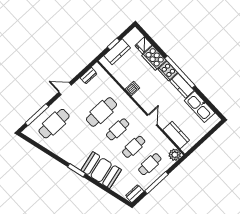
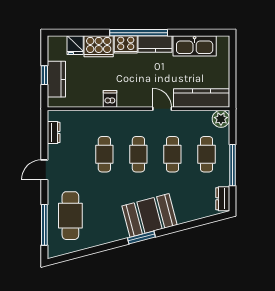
cafe table: (101, 112) -> (104, 154), width x0.73, depth x0.74
kitchen counter: (176, 135) -> (201, 98), width x1.50
booth: (101, 170) -> (150, 215), moved

